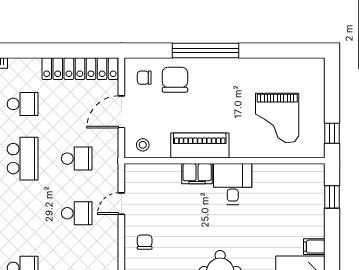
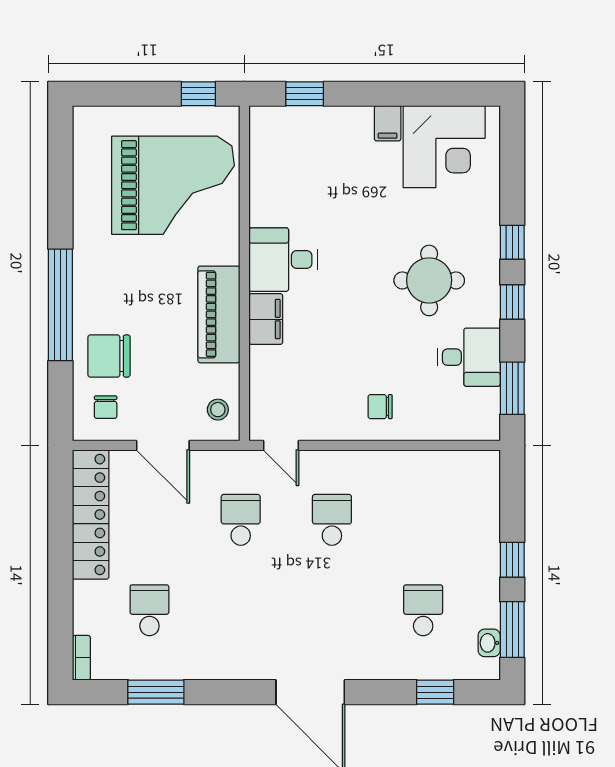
grand piano: (277, 118) -> (173, 185), width x1.37, depth x1.48
school desk: (23, 159) -> (241, 610), removed
door: (121, 204) -> (281, 445), moved

